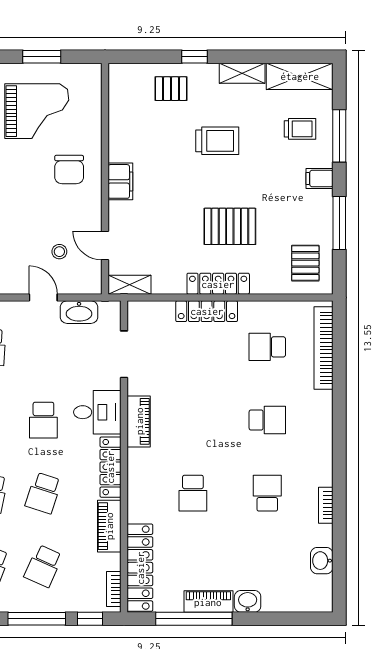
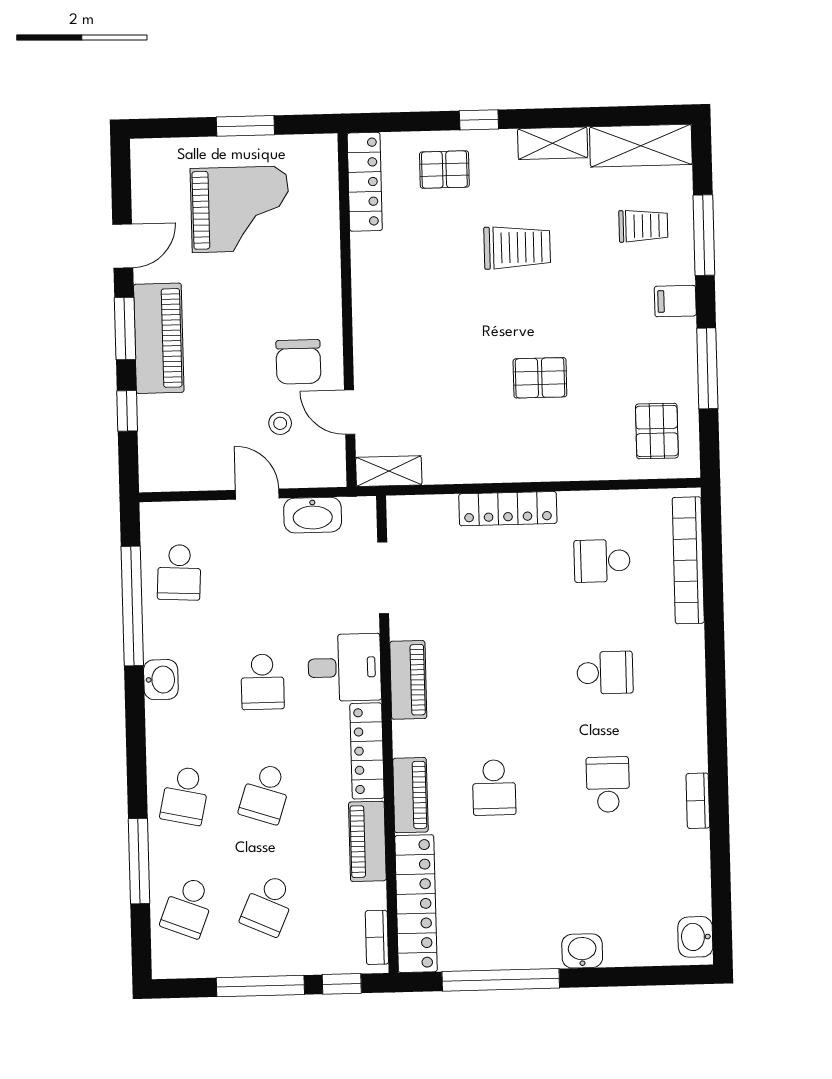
chair: (69, 169) -> (298, 362), moved
filing cabinet: (120, 181) -> (371, 314), removed
pallet: (230, 226) -> (540, 378), width x0.67, depth x0.71
locker: (218, 284) -> (365, 182), moved, turned 90
washbasin: (322, 561) -> (695, 937), moved
piano: (208, 602) -> (410, 795), moved, turned 90

